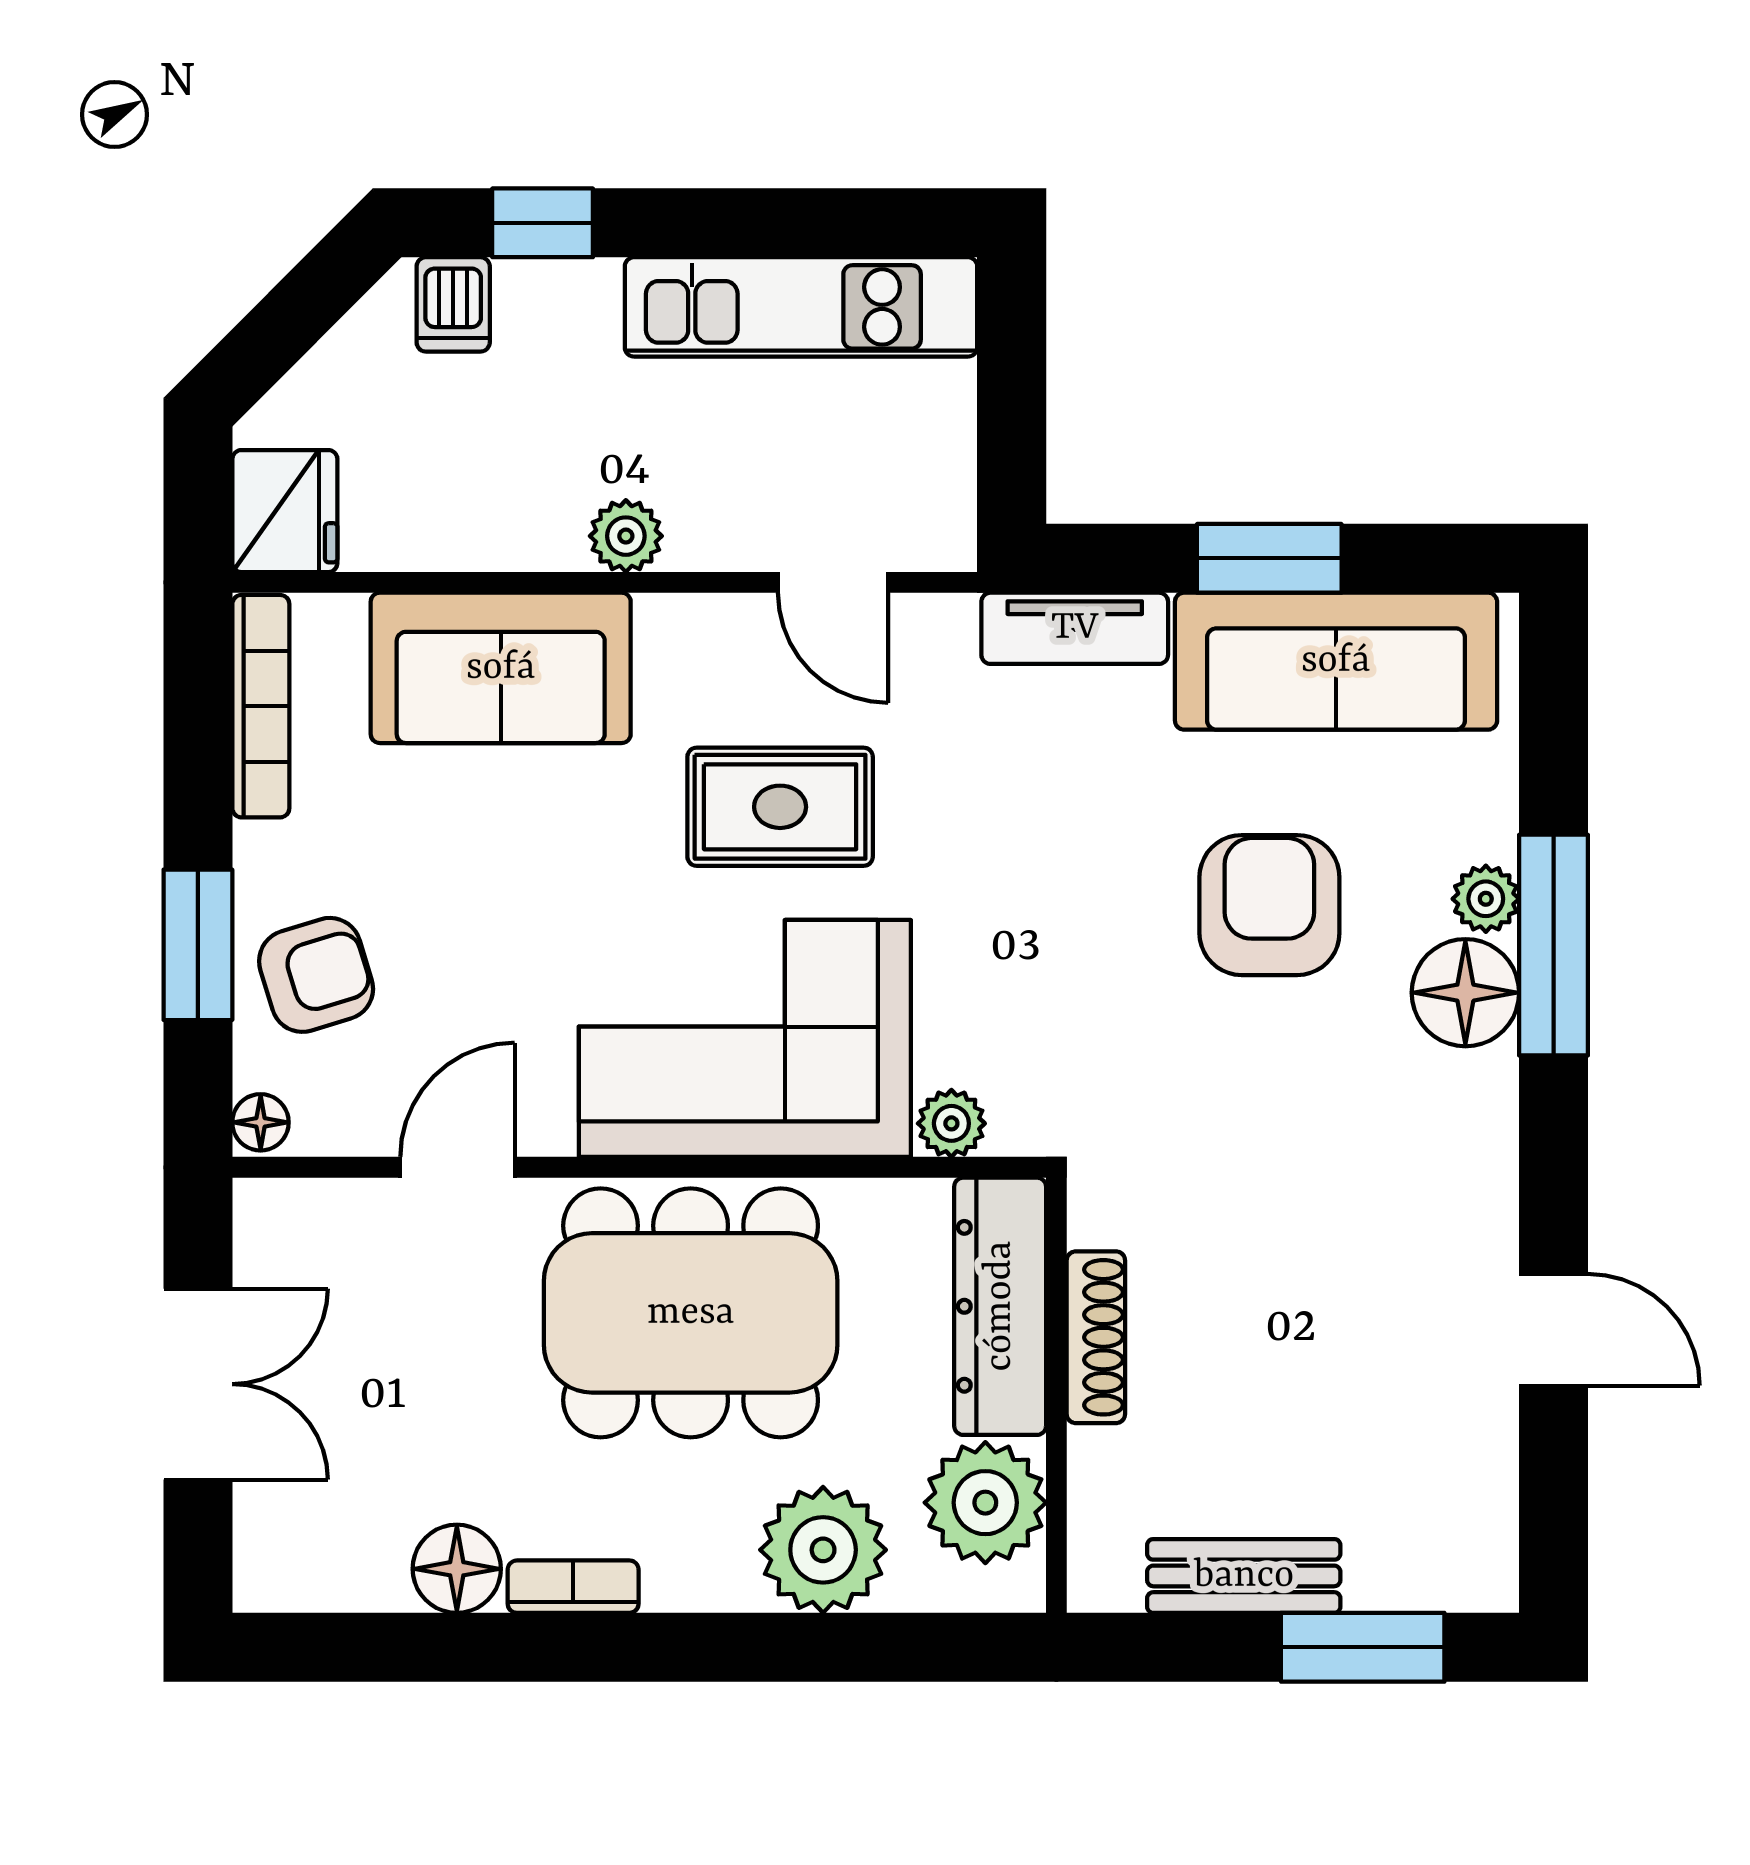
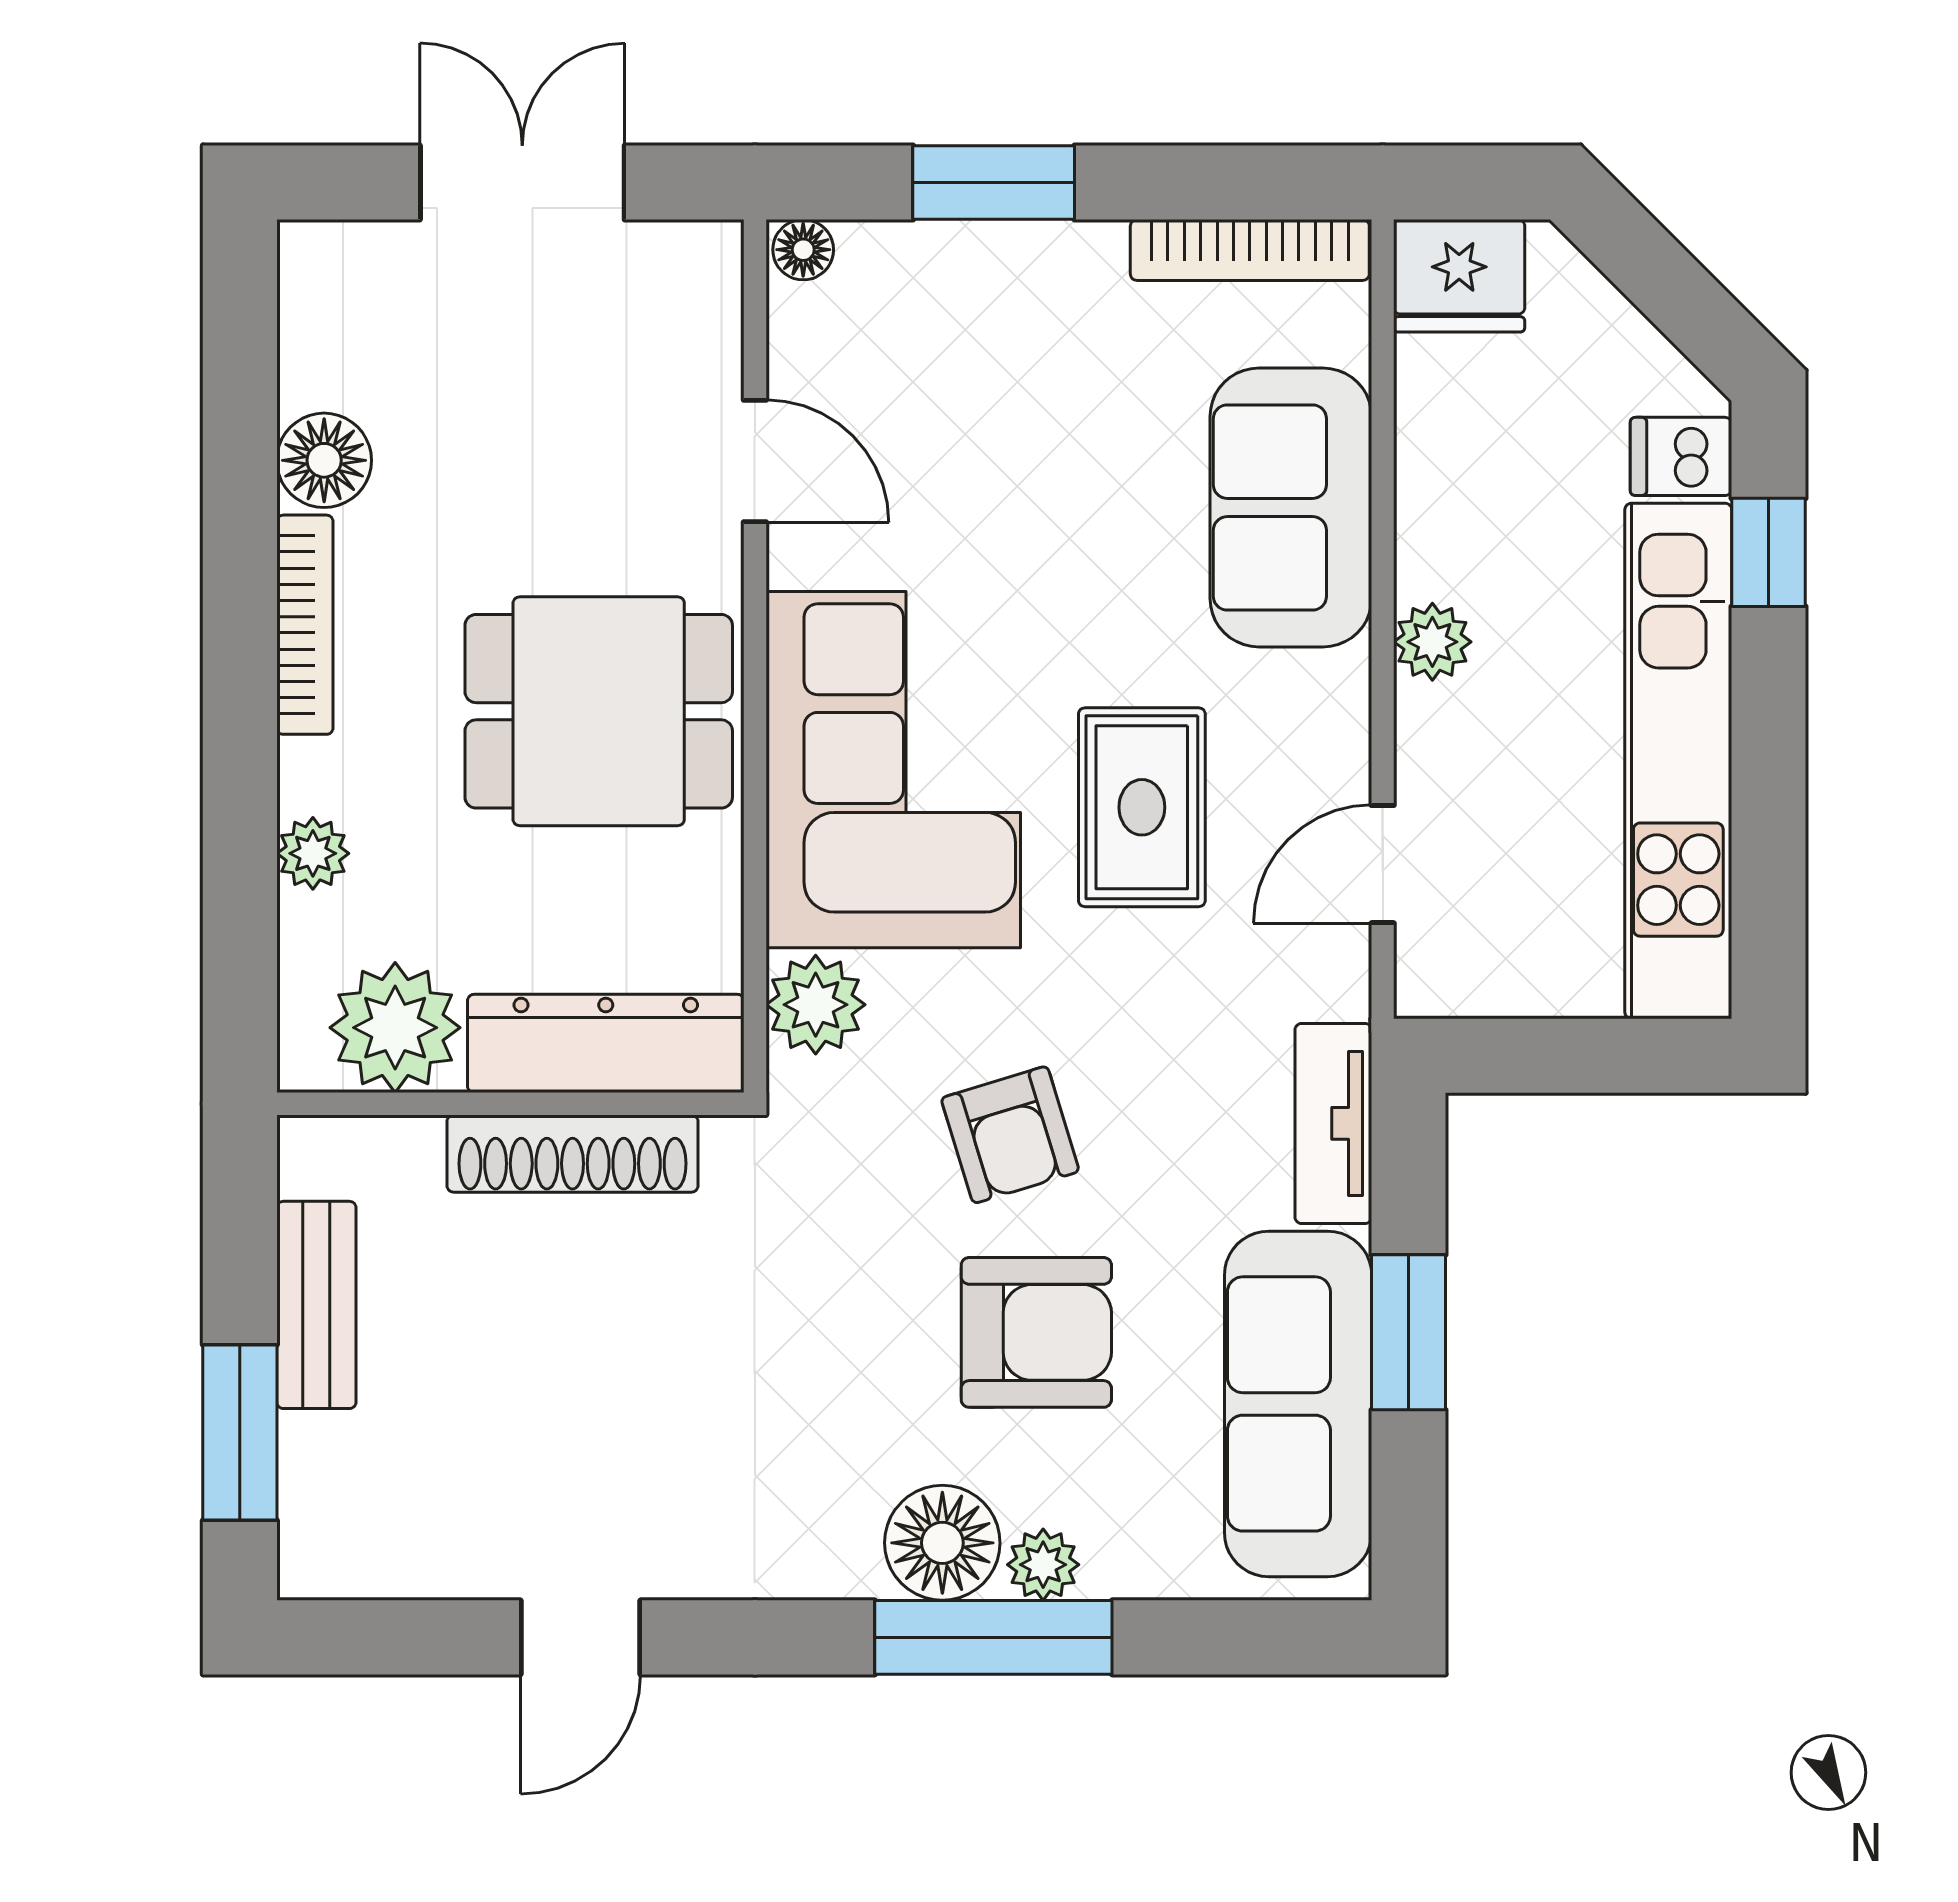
kitchen unit: (801, 307) -> (1678, 761), width x1.36
armchair: (316, 975) -> (1010, 1135), moved
plant: (951, 1123) -> (816, 1005), width x1.38, depth x1.38
dining table: (691, 1313) -> (599, 711), width x0.73
shoe rack: (1096, 1337) -> (573, 1154), width x1.36, depth x1.24
double door: (198, 1384) -> (522, 183), swing flipped
plant: (823, 1550) -> (313, 853), width x0.53, depth x0.53
bookcase: (573, 1587) -> (305, 625), width x1.56

